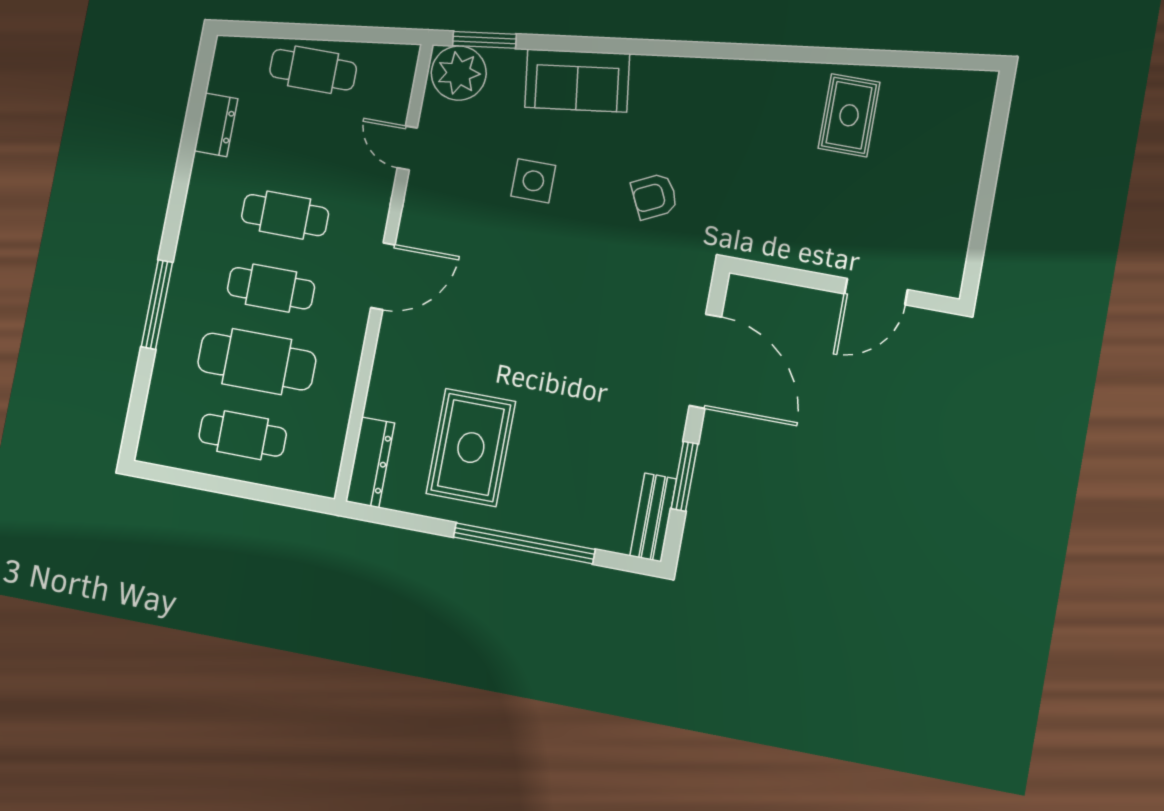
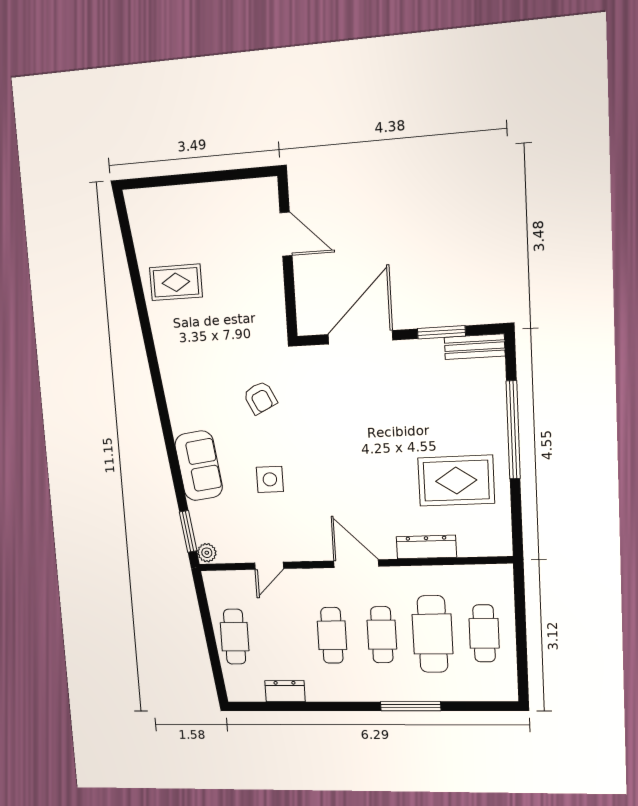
plant: (459, 73) -> (207, 553), width x0.53, depth x0.53
dresser: (370, 462) -> (426, 547), moved

